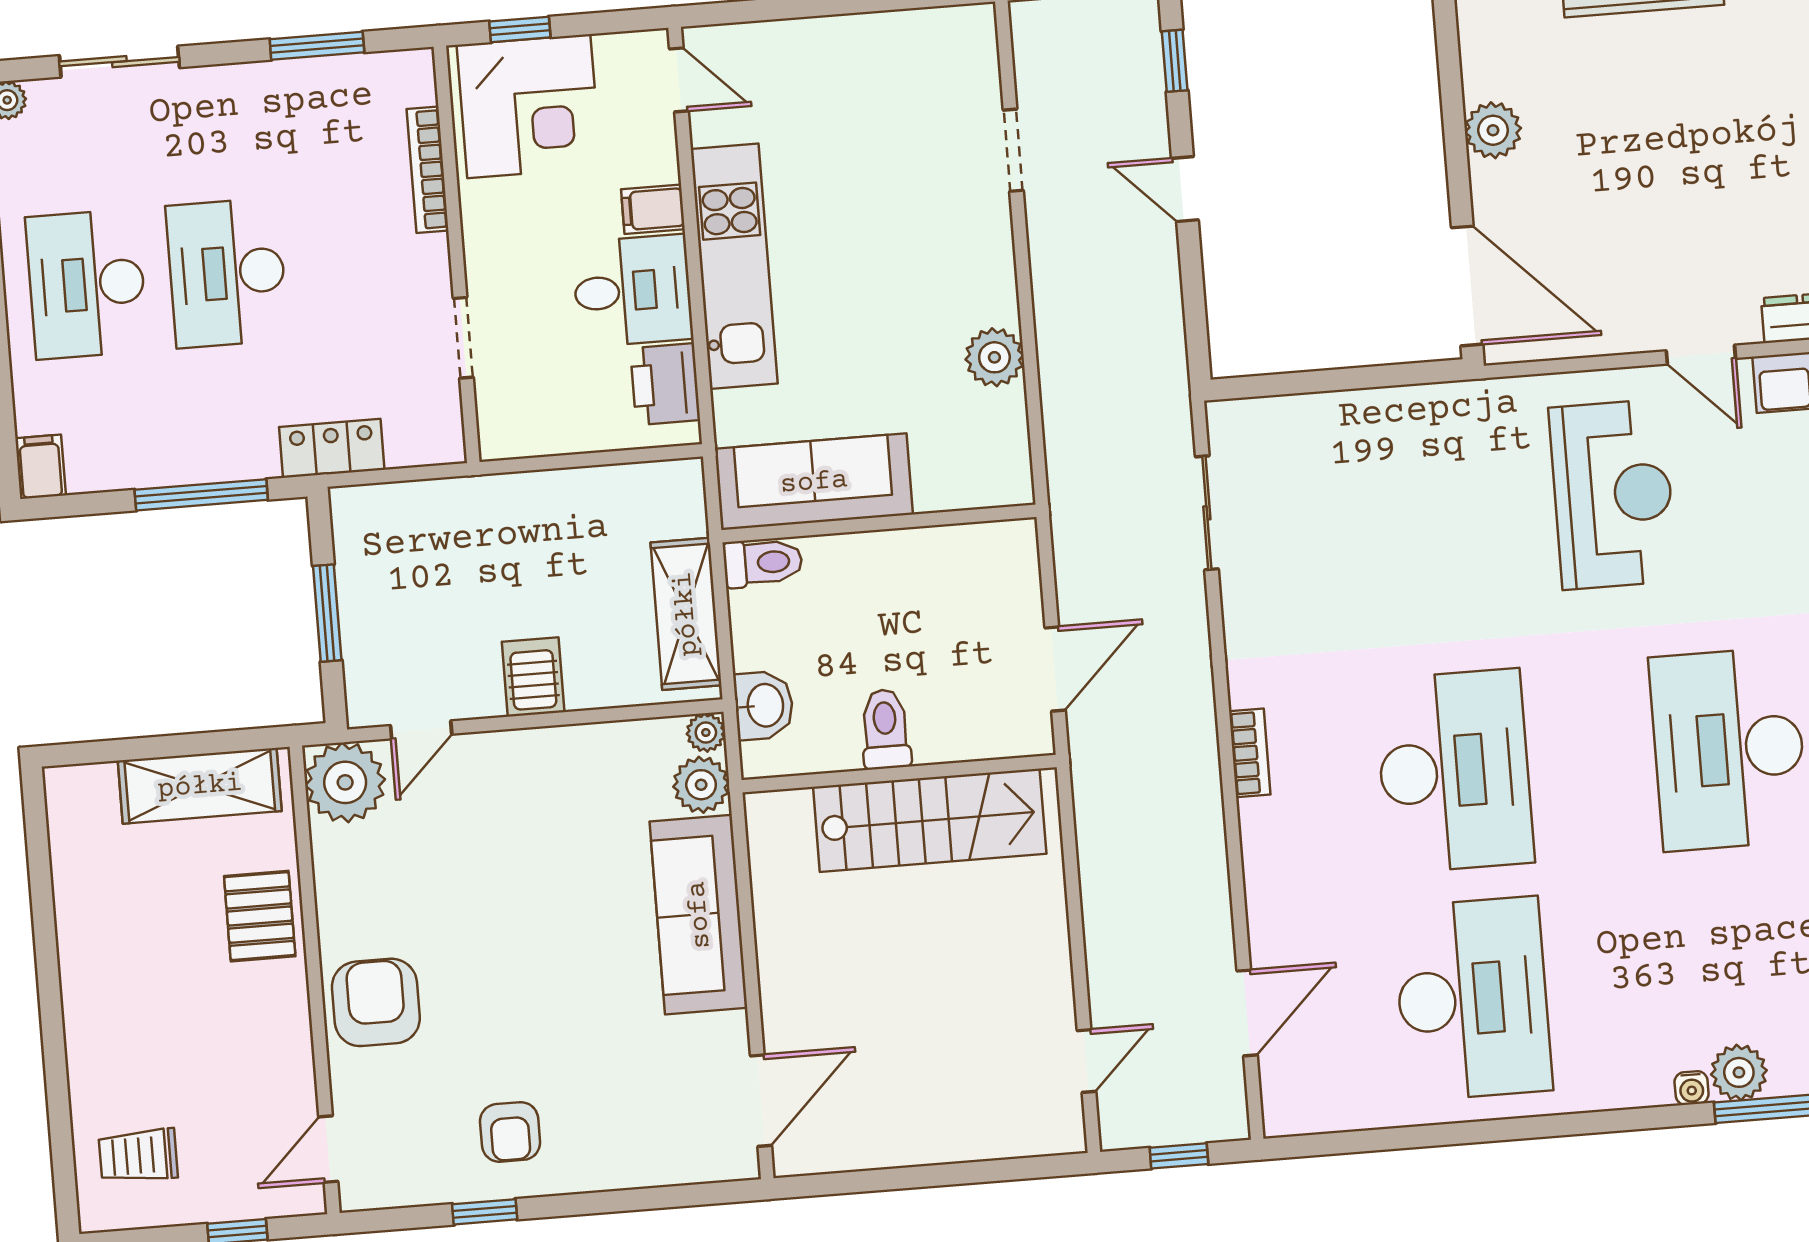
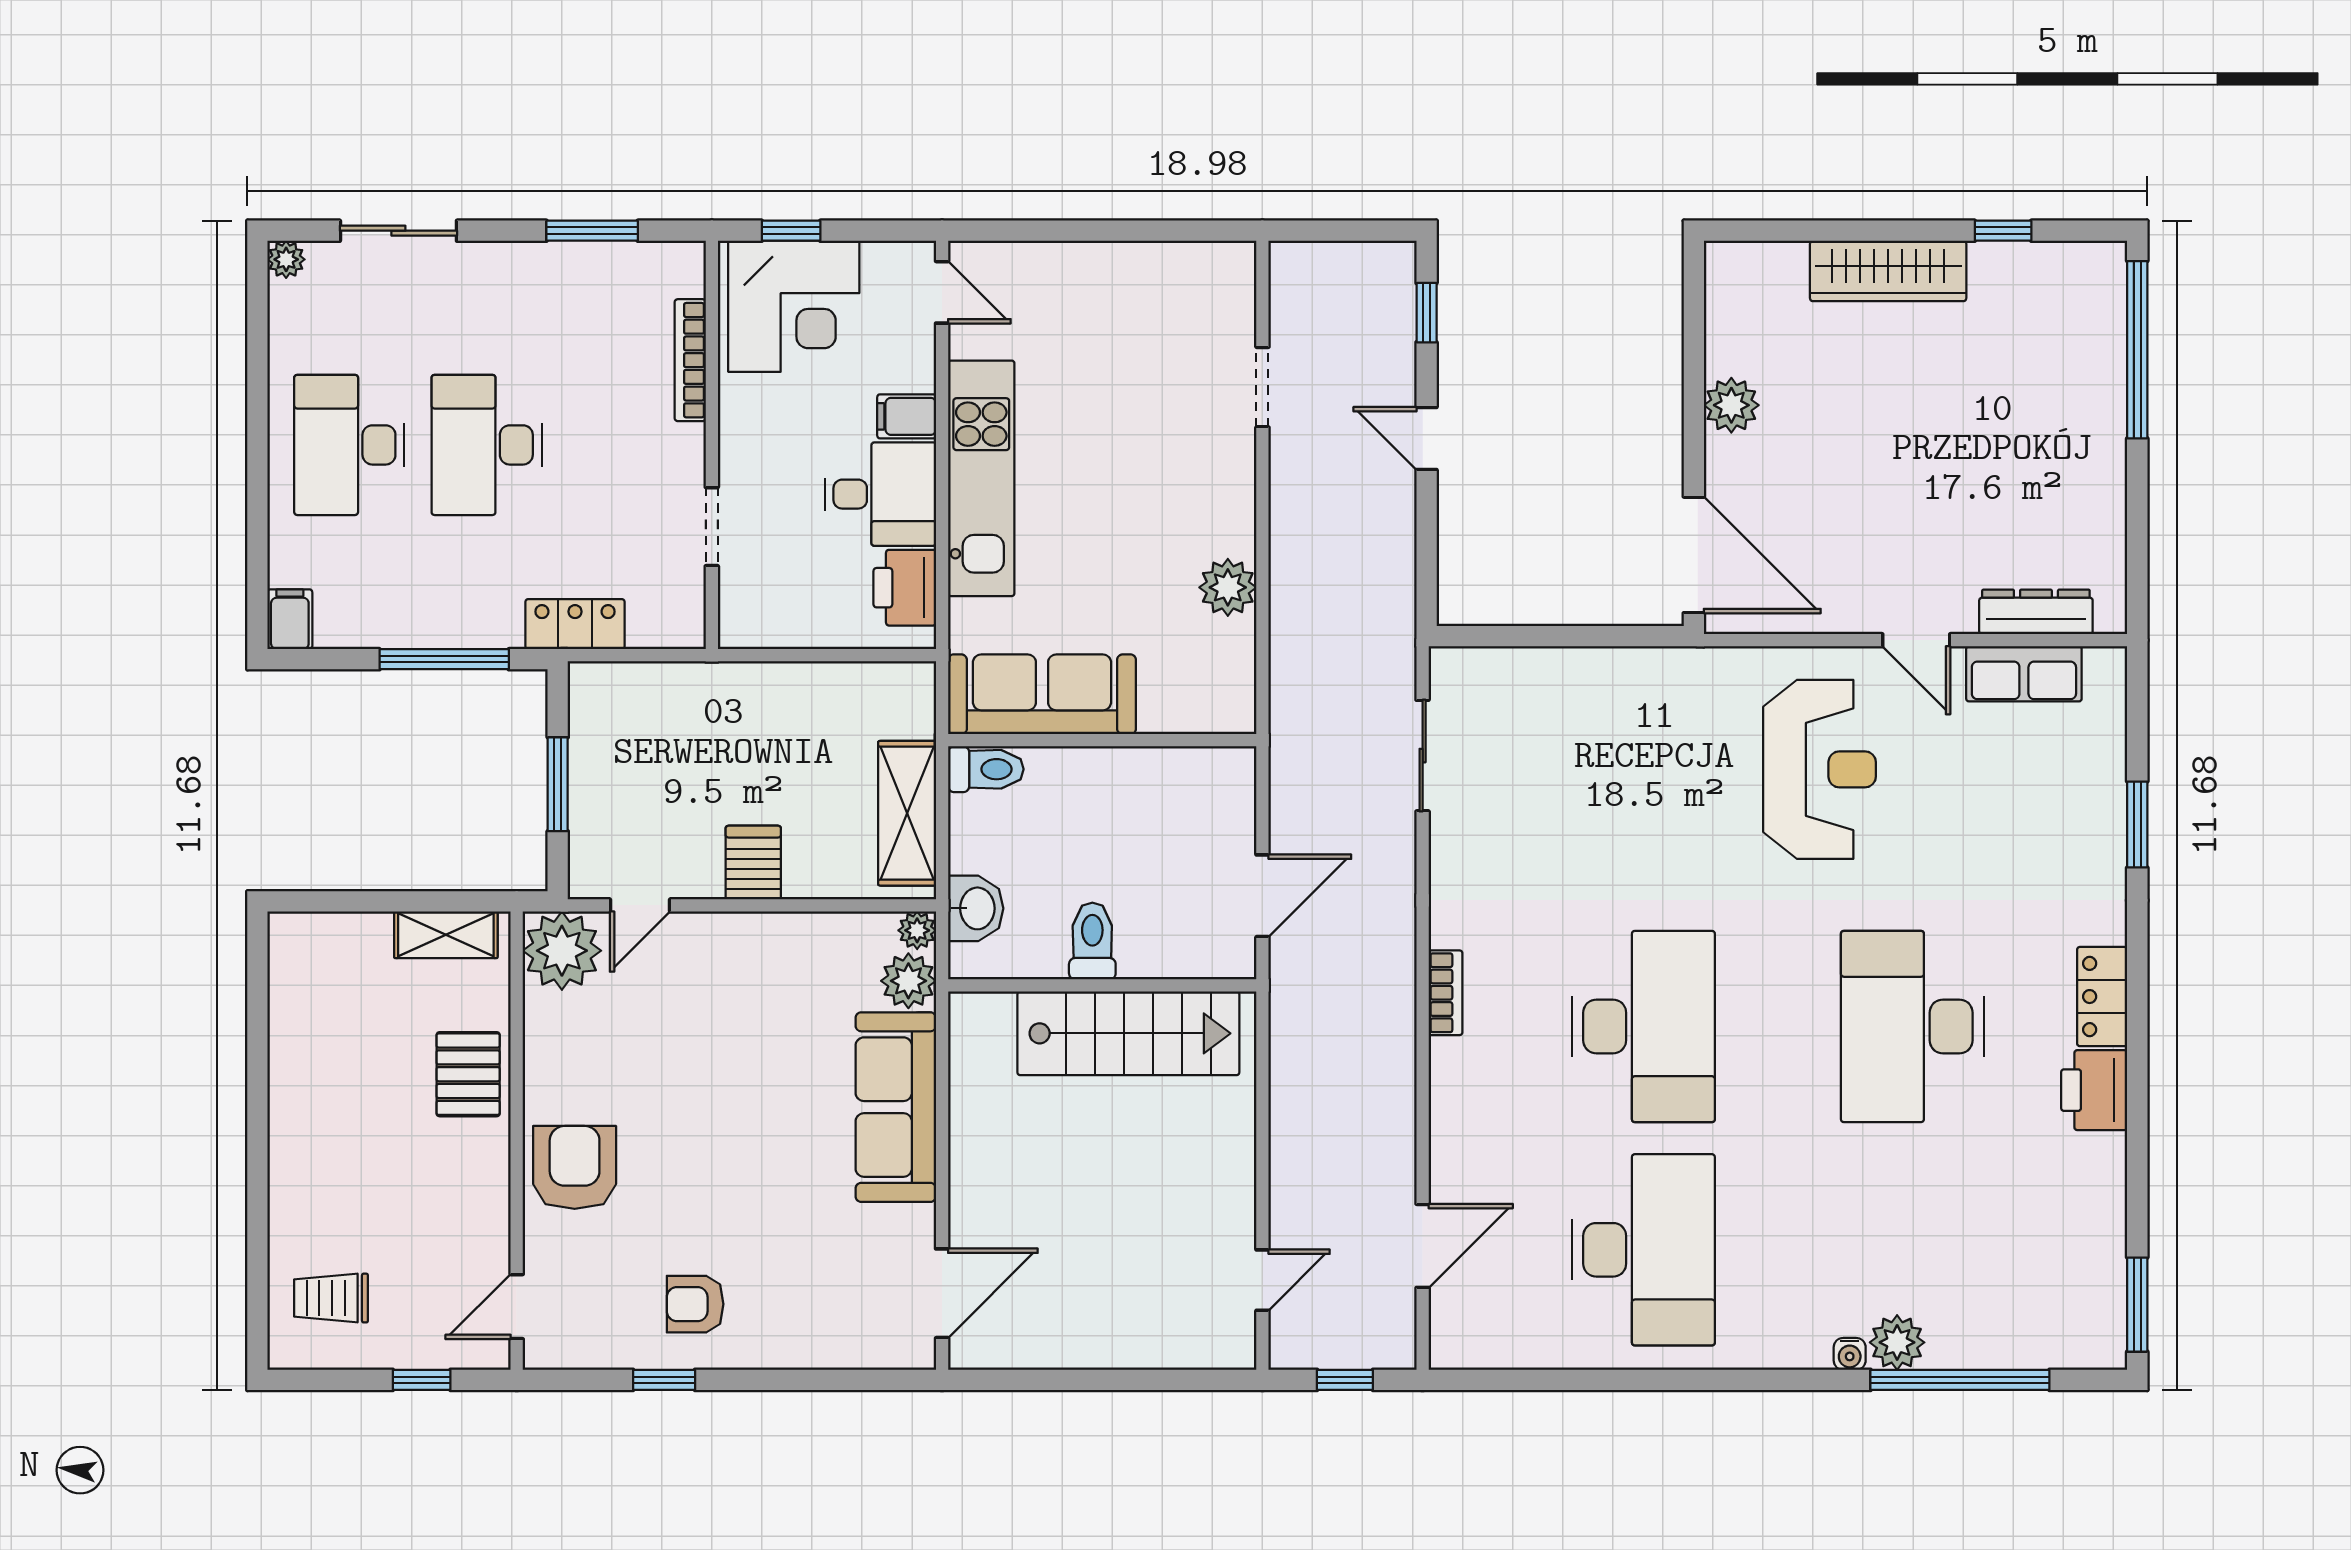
shelving: (200, 786) -> (446, 935), width x0.67, depth x0.75
armchair: (510, 1132) -> (695, 1304), turned 90

